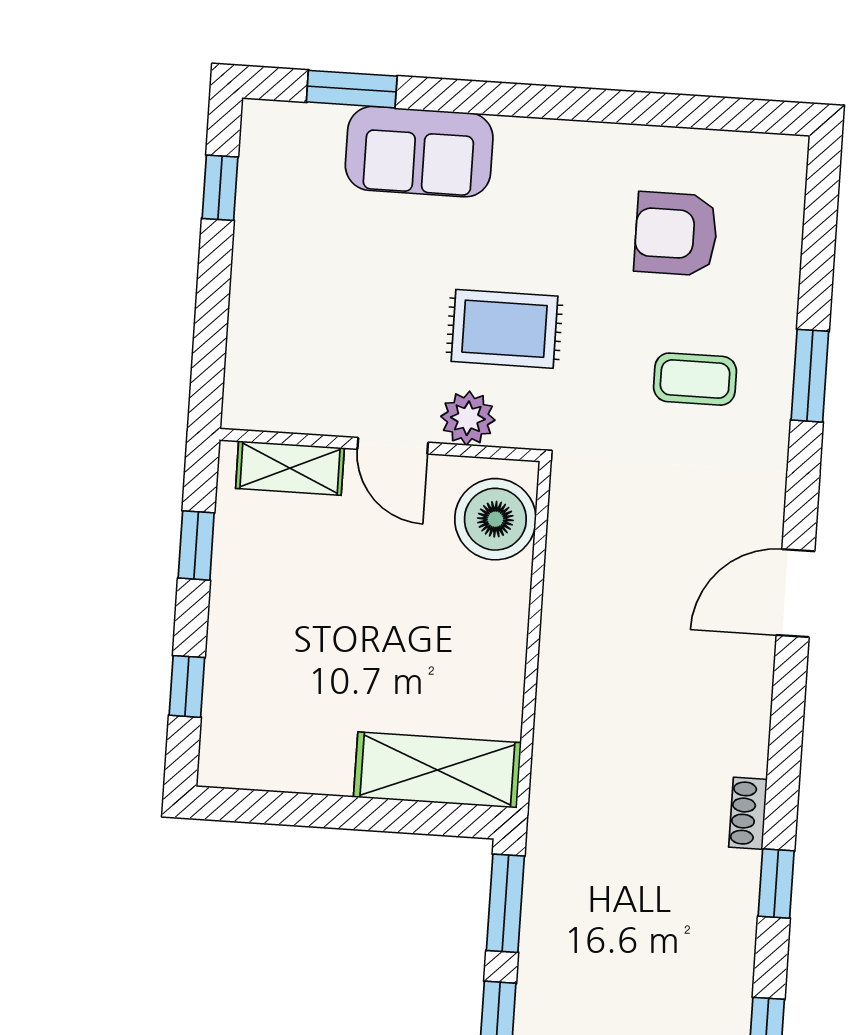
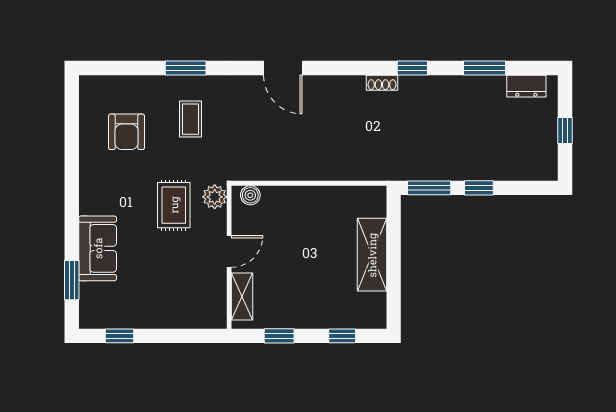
plant: (468, 418) -> (215, 197), moved
boiler: (495, 519) -> (250, 195), width x0.54, depth x0.54
shelving: (437, 770) -> (372, 255), moved

